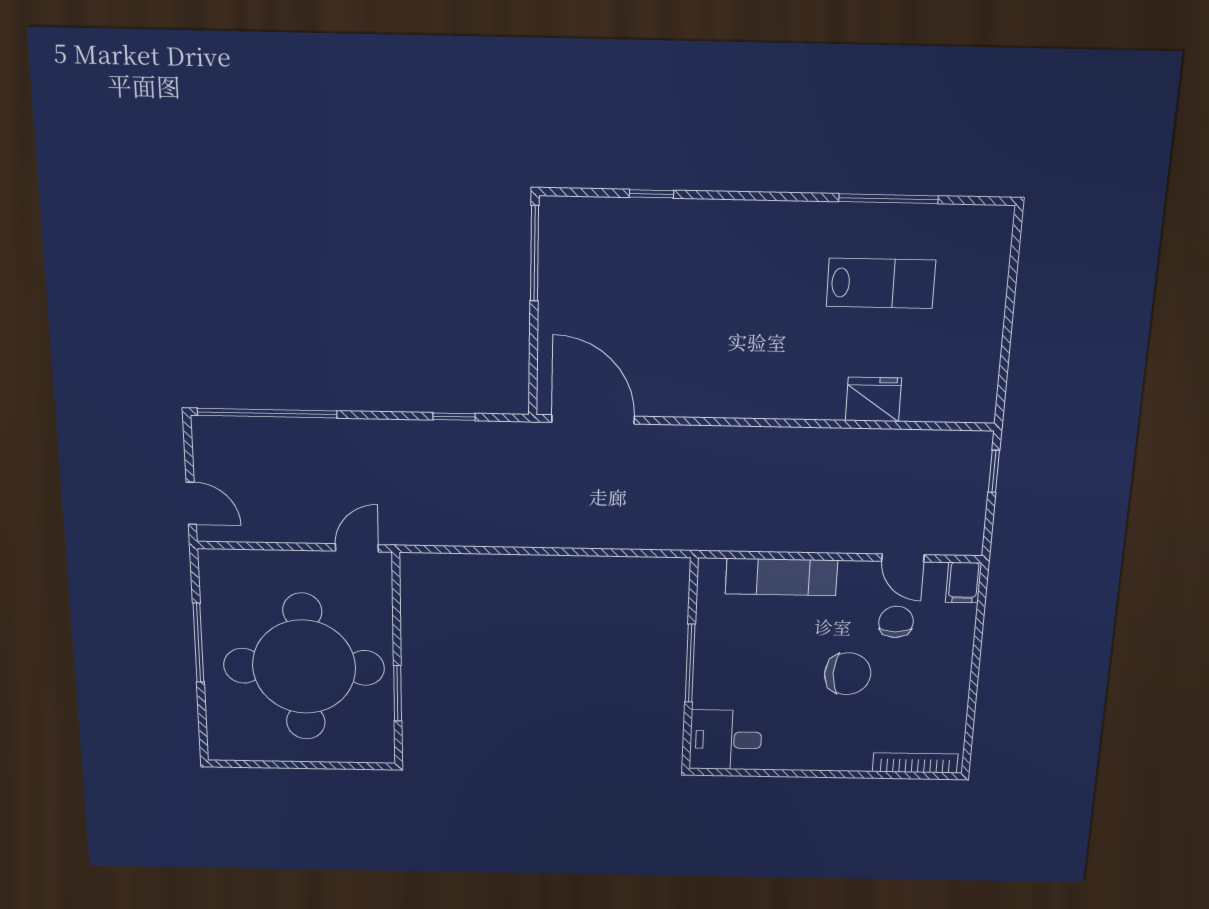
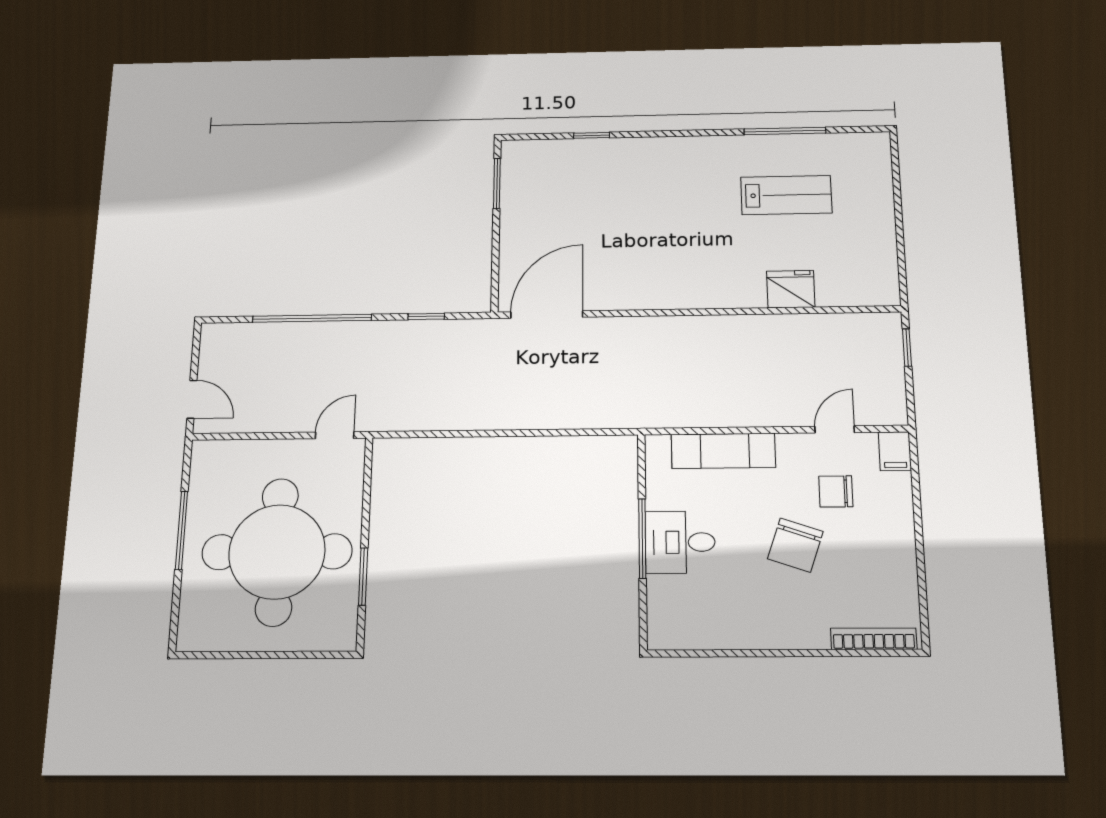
window: (534, 253) -> (497, 183), width x0.69
window: (267, 413) -> (312, 318), moved
door: (593, 419) -> (547, 315), hinge flipped
door: (903, 558) -> (835, 429), swing flipped
chair: (896, 622) -> (836, 491), turned -90
chair: (848, 674) -> (795, 545), turned 109
desk: (726, 740) -> (680, 542), moved

